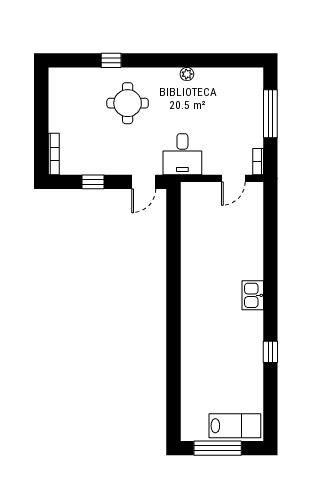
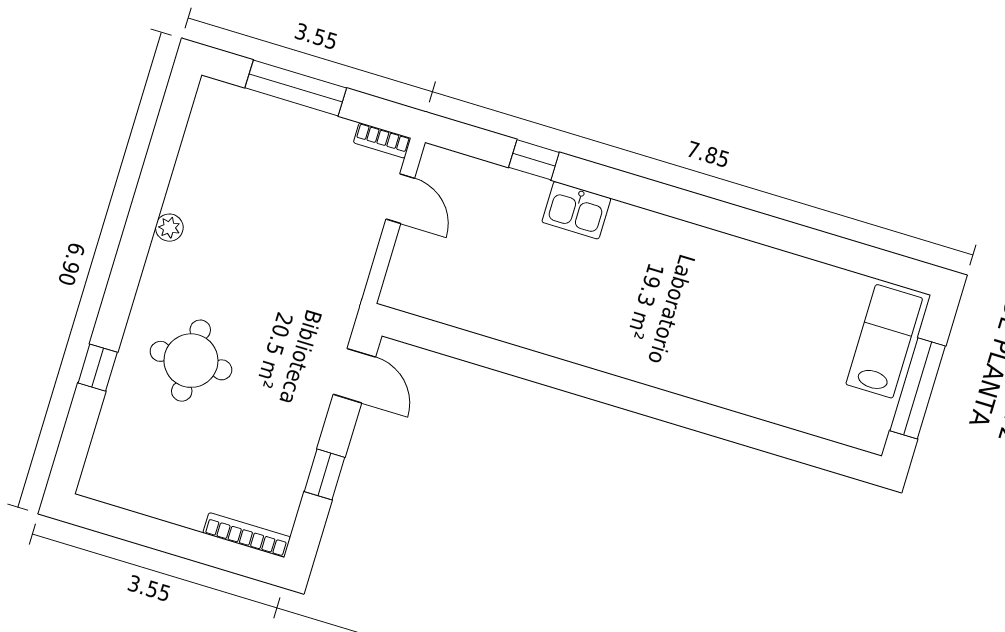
desk: (182, 154) -> (323, 284), removed
kitchen sink: (253, 295) -> (576, 210), moved
window: (270, 352) -> (534, 160), moved

